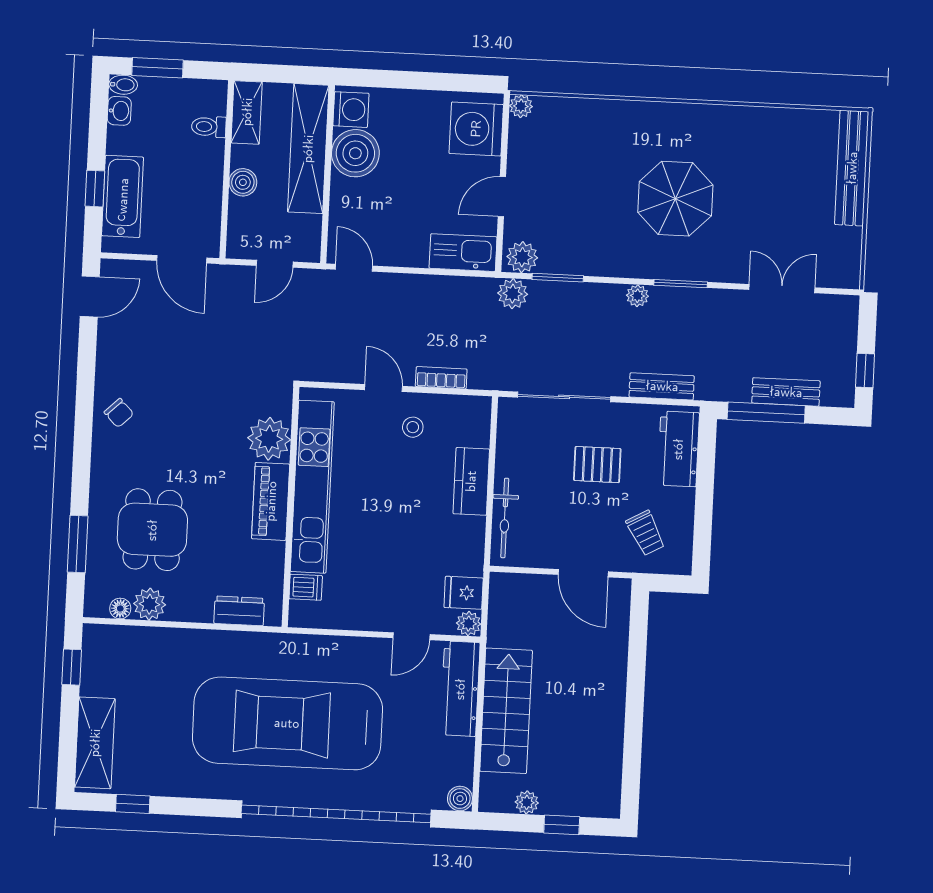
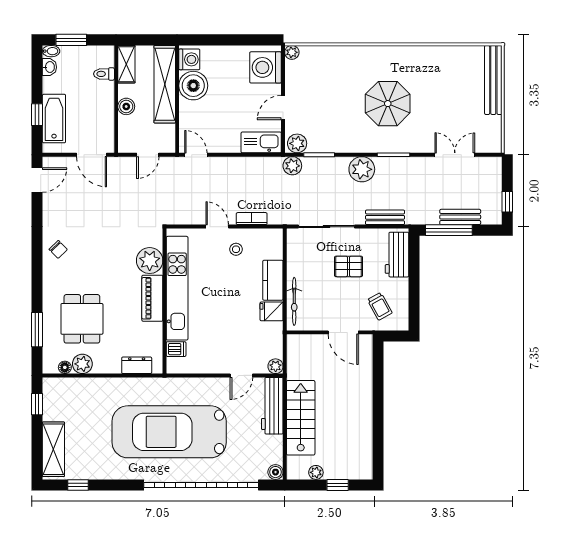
plant: (637, 296) -> (362, 169), width x1.88, depth x1.88
fridge: (464, 593) -> (272, 311), moved

